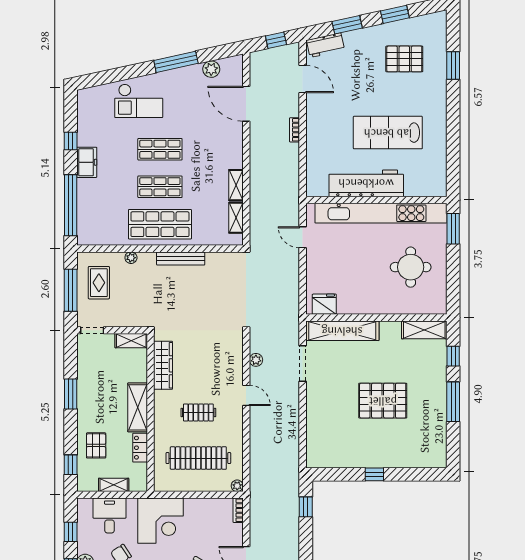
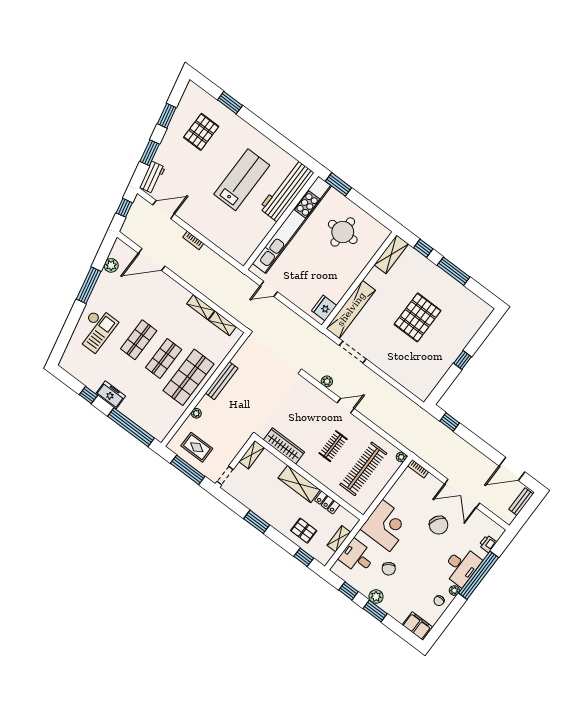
lab bench: (388, 133) -> (242, 180), turned 180
workbench: (366, 183) -> (287, 191), moved

